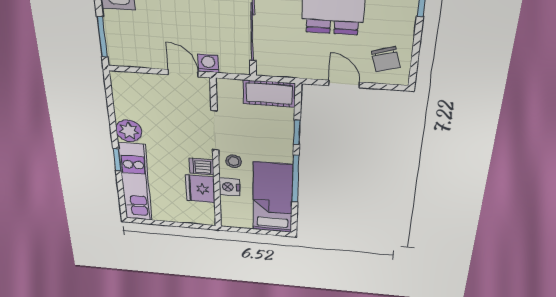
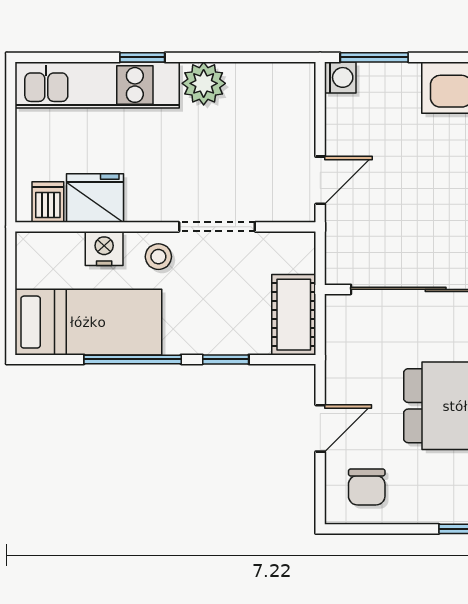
chair: (386, 59) -> (367, 487), turned -74
washing machine: (208, 63) -> (340, 77), moved
dishwasher: (201, 167) -> (48, 202), moved

